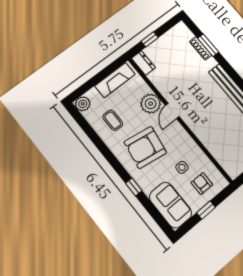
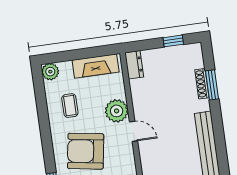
window: (150, 39) -> (173, 41), moved
door: (172, 111) -> (133, 131), swing flipped

